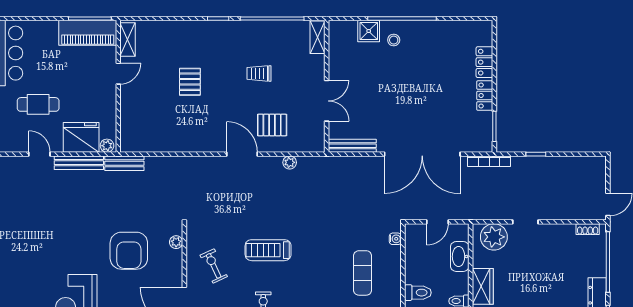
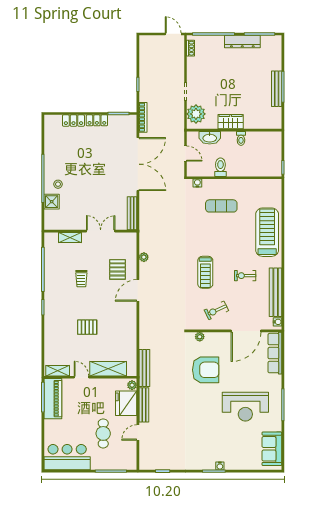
shelving: (318, 37) -> (70, 237), moved
shelving: (130, 112) -> (108, 369), added
bench: (124, 163) -> (144, 368), width x1.36
toilet: (418, 293) -> (220, 167), moved

